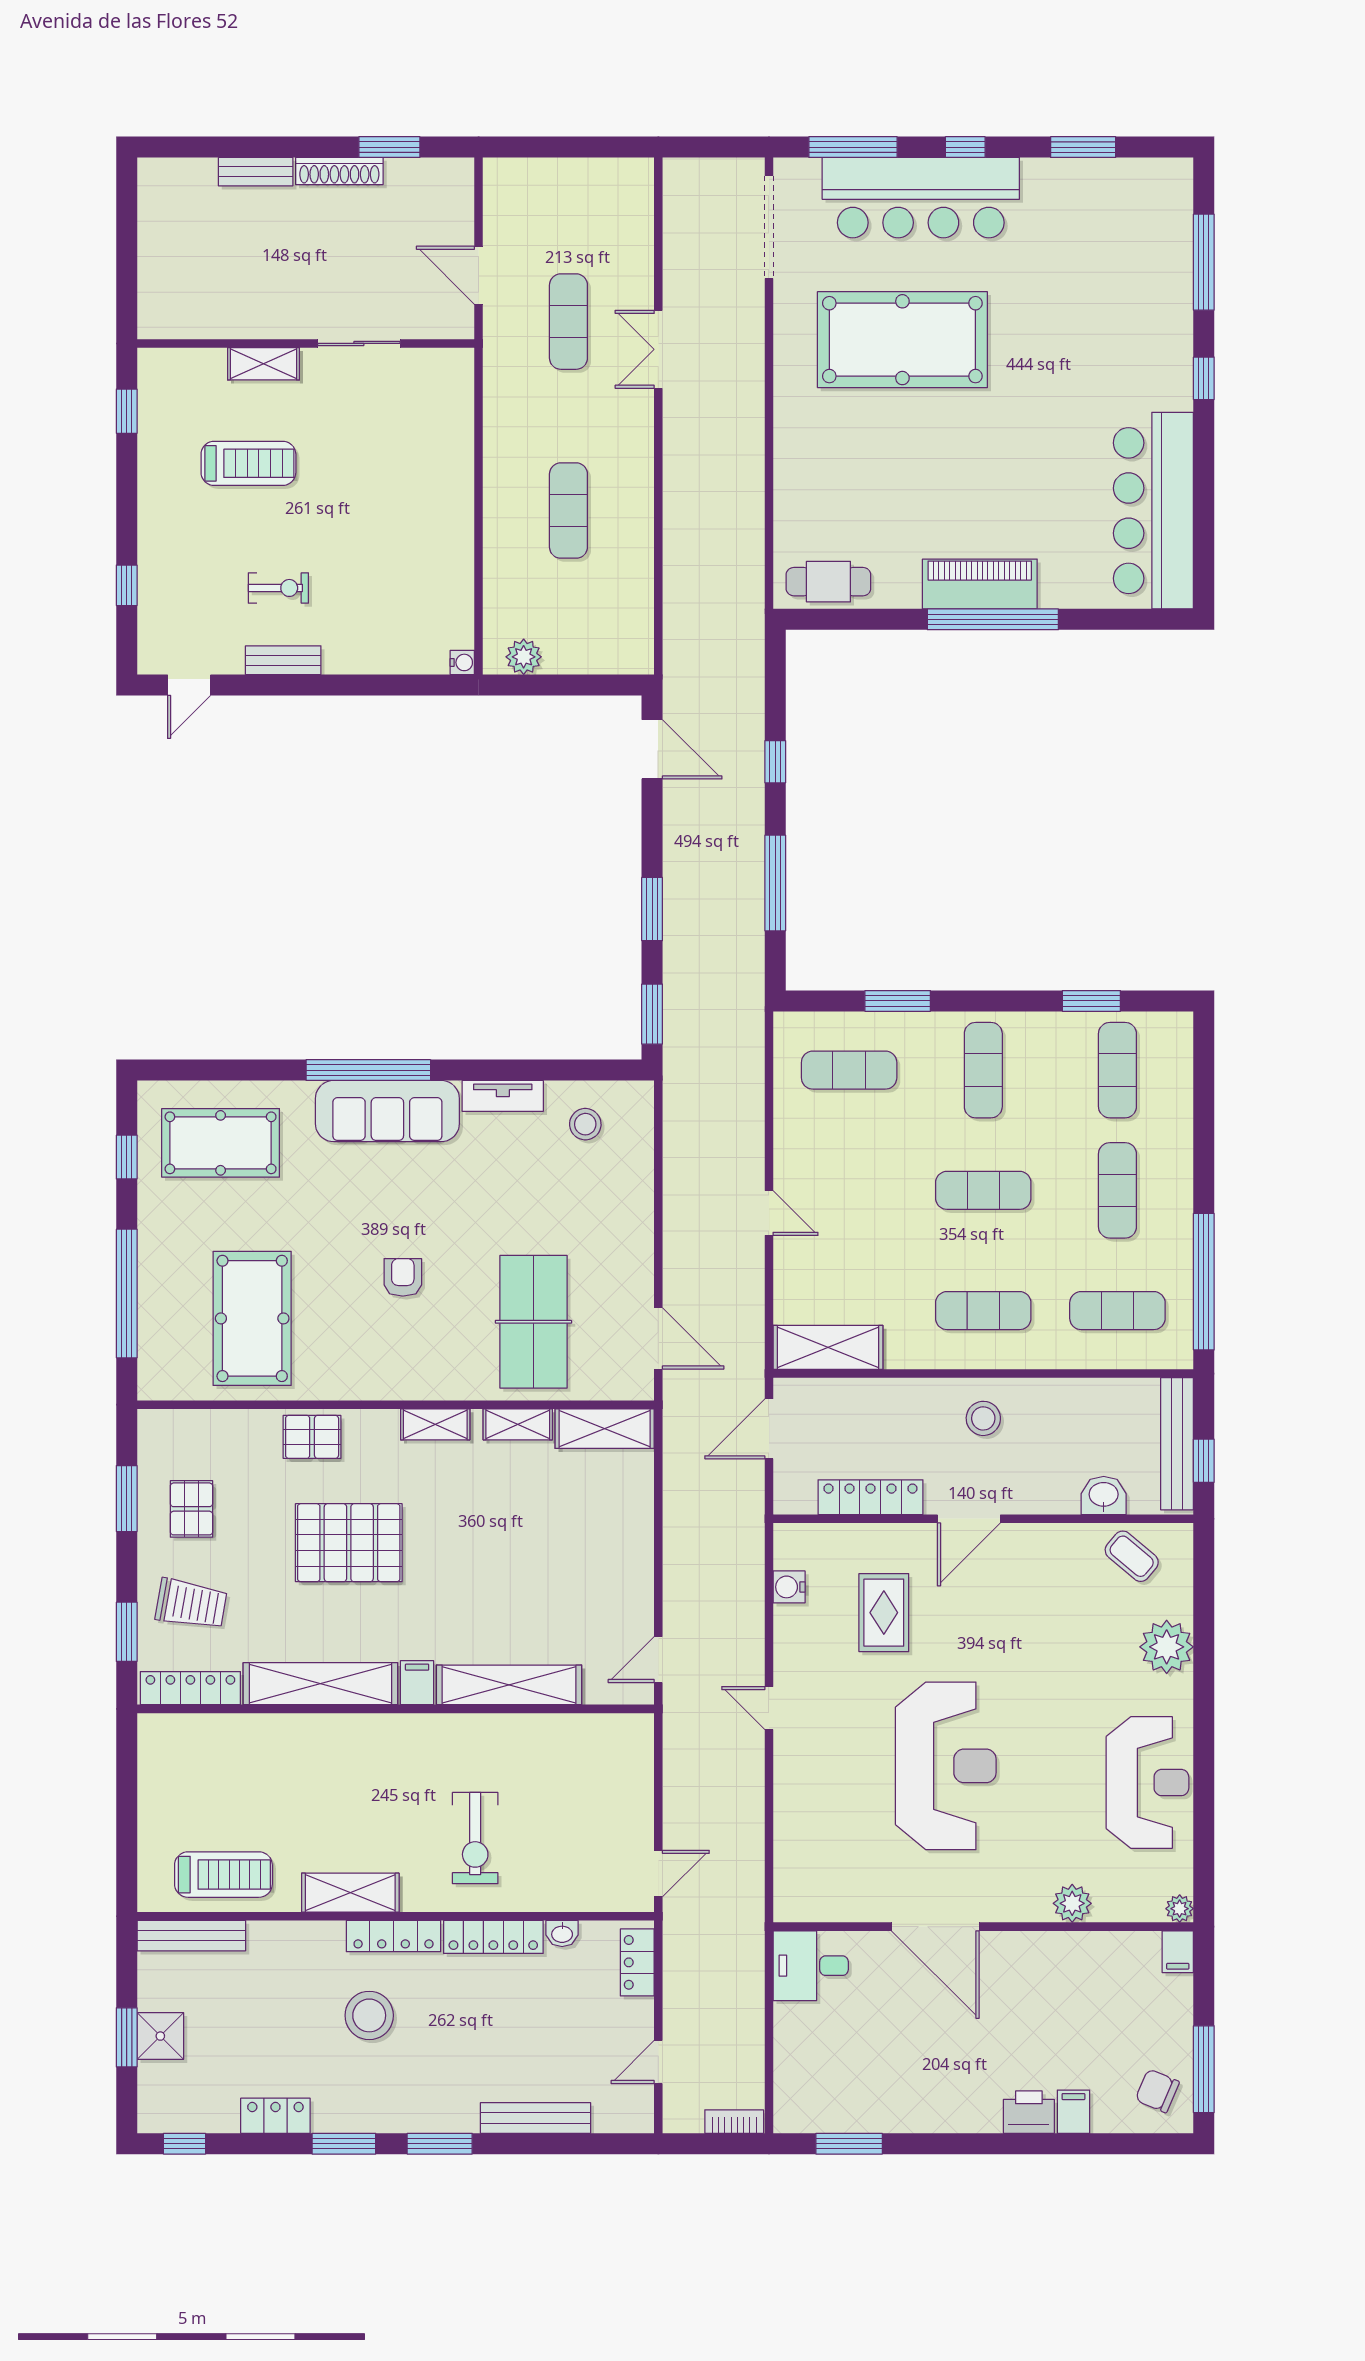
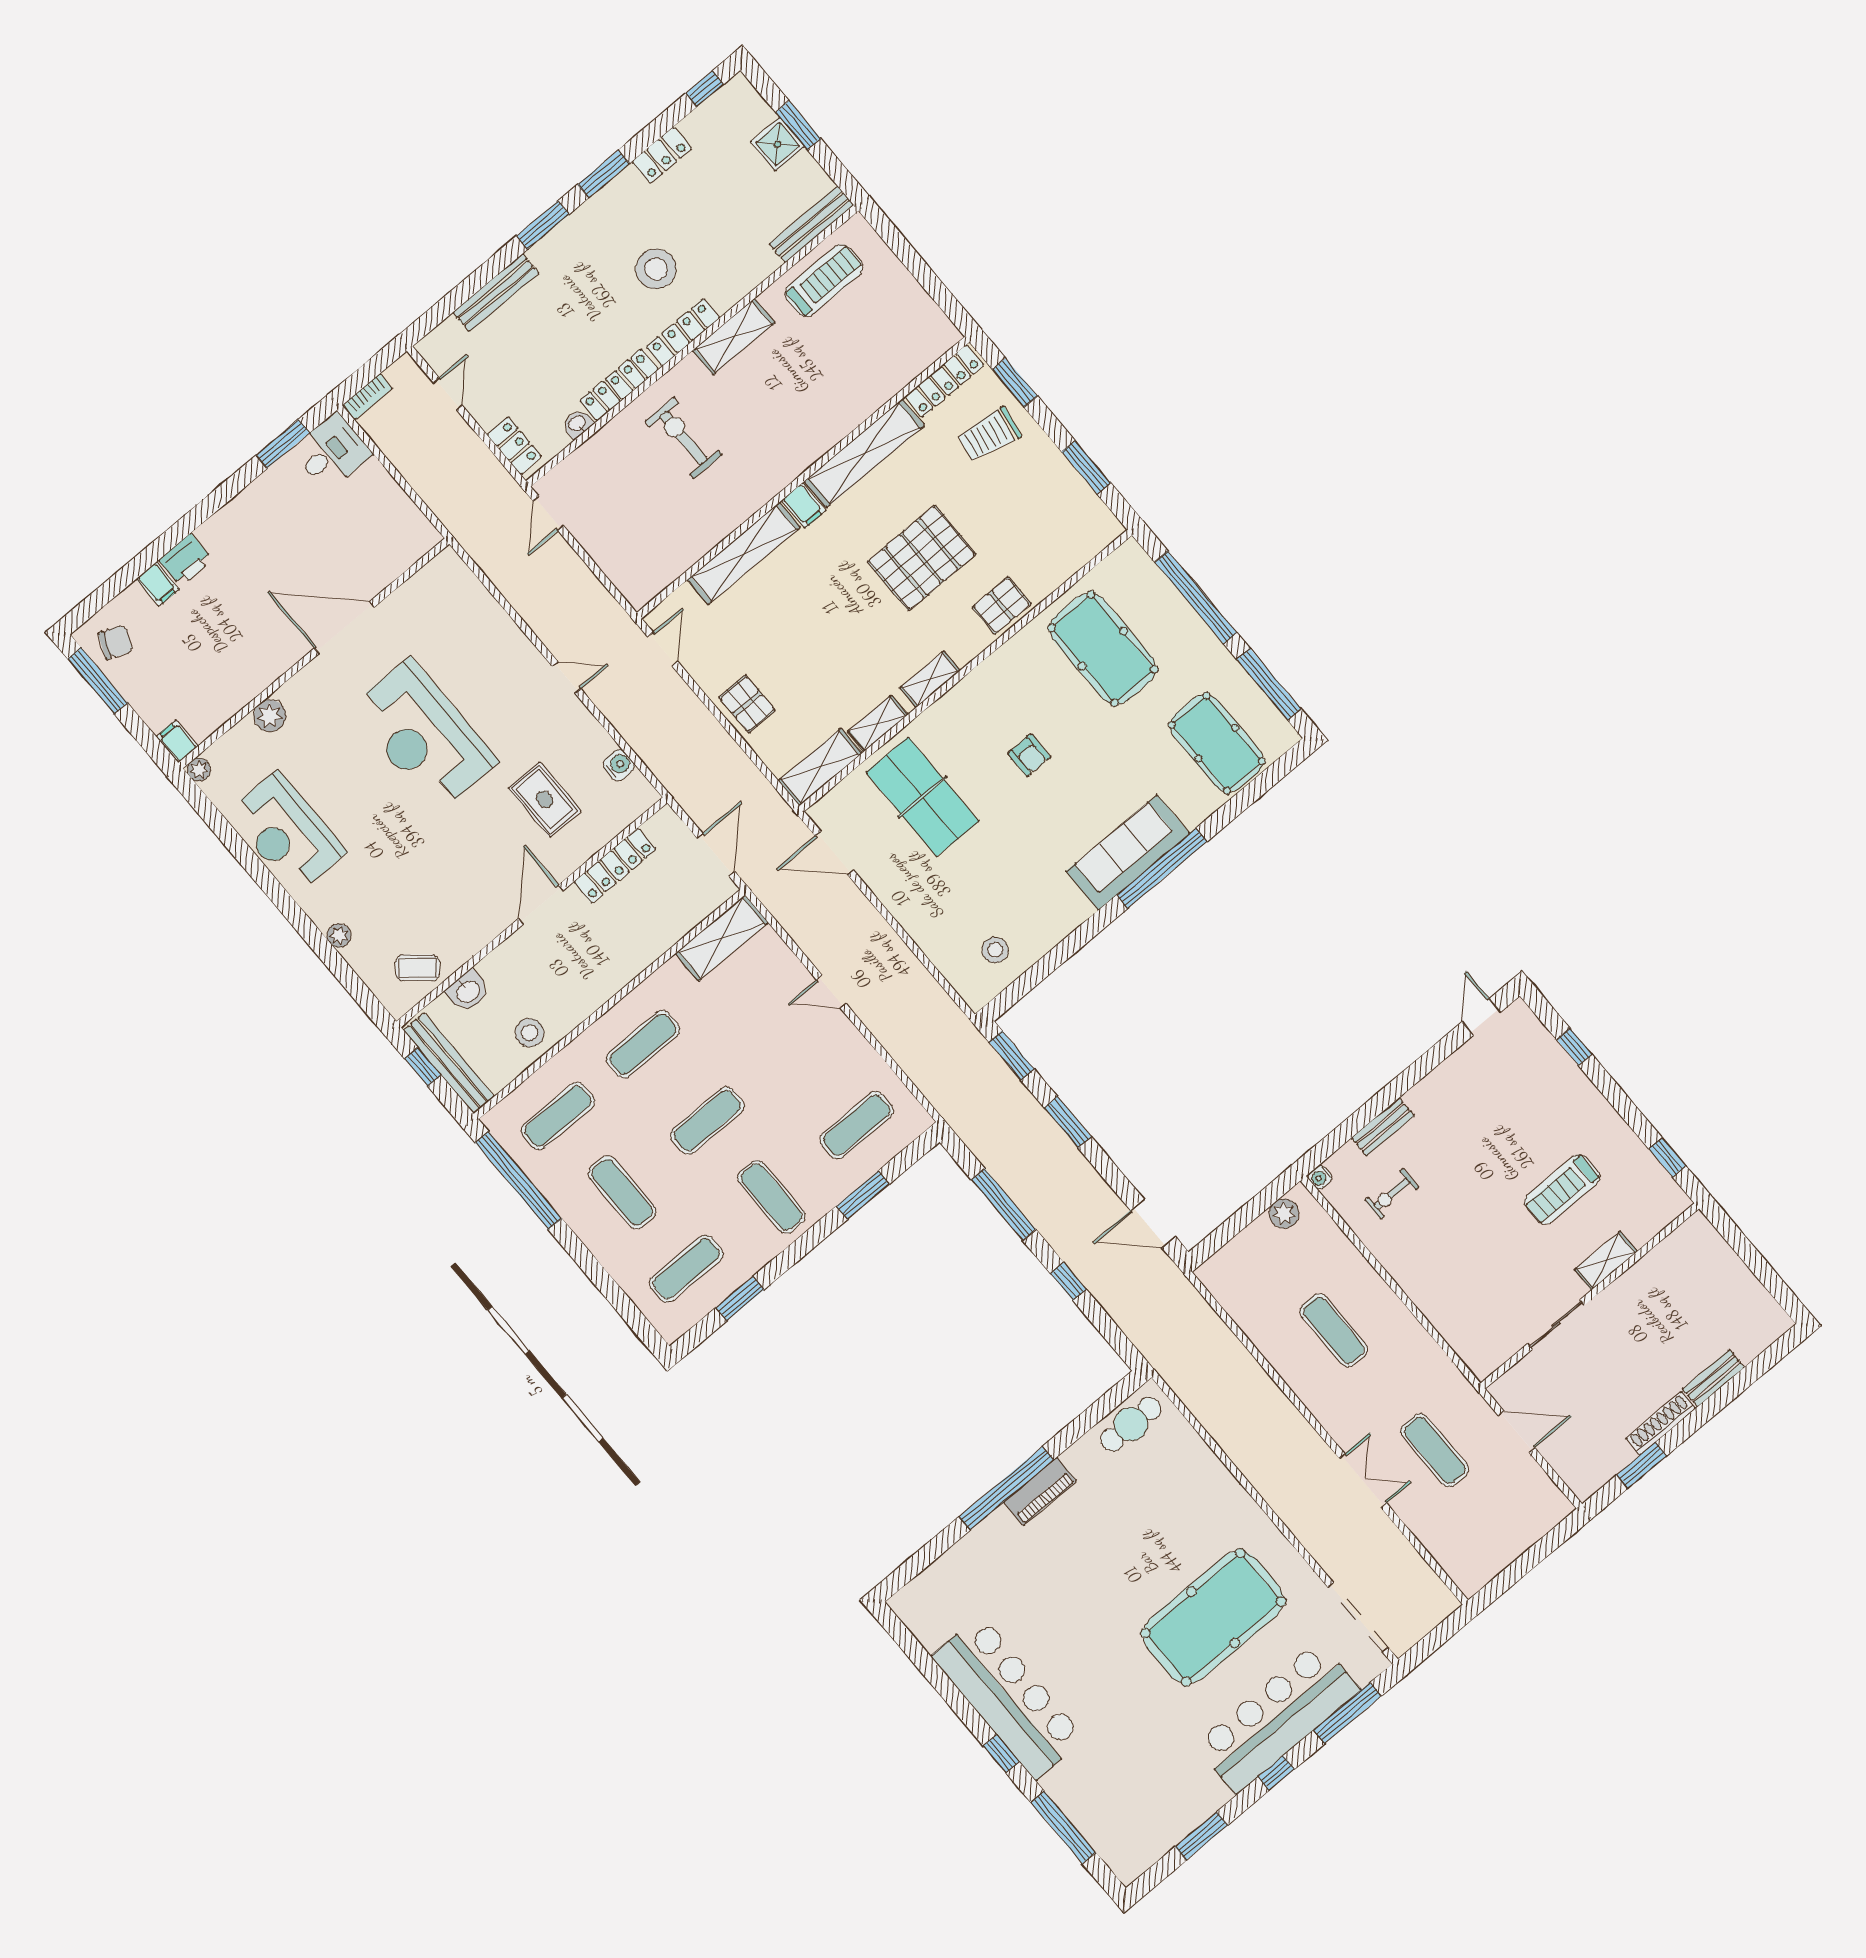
bar counter: (1153, 511) -> (1008, 1697), moved
piano: (980, 584) -> (1040, 1491), width x0.73, depth x0.75
exercise bike: (278, 588) -> (1392, 1194), moved
bench: (283, 660) -> (1383, 1127), moved
exercise mat: (1117, 1070) -> (686, 1269), turned 90
tv unit: (503, 1096) -> (1063, 924), removed
pool table: (221, 1143) -> (1217, 743), turned 90
window: (127, 1157) -> (1269, 684), width x2.17
stool: (983, 1418) -> (530, 1033), moved
pallet: (191, 1509) -> (747, 704), moved
plant: (1167, 1647) -> (339, 936), width x0.53, depth x0.53
treadmill: (223, 1875) -> (824, 280), turned 180
desk: (811, 1966) -> (331, 452), moved

